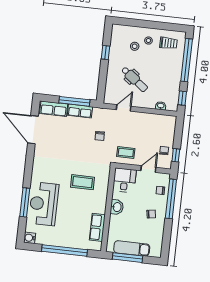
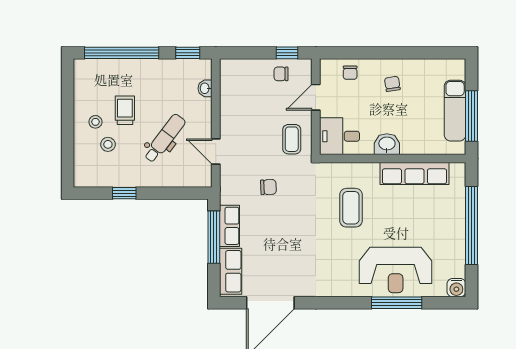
trolley: (168, 43) -> (125, 110), moved
door: (148, 169) -> (316, 97), hinge flipped
window: (171, 199) -> (363, 53), removed
row of seats: (97, 227) -> (414, 174), width x1.48

